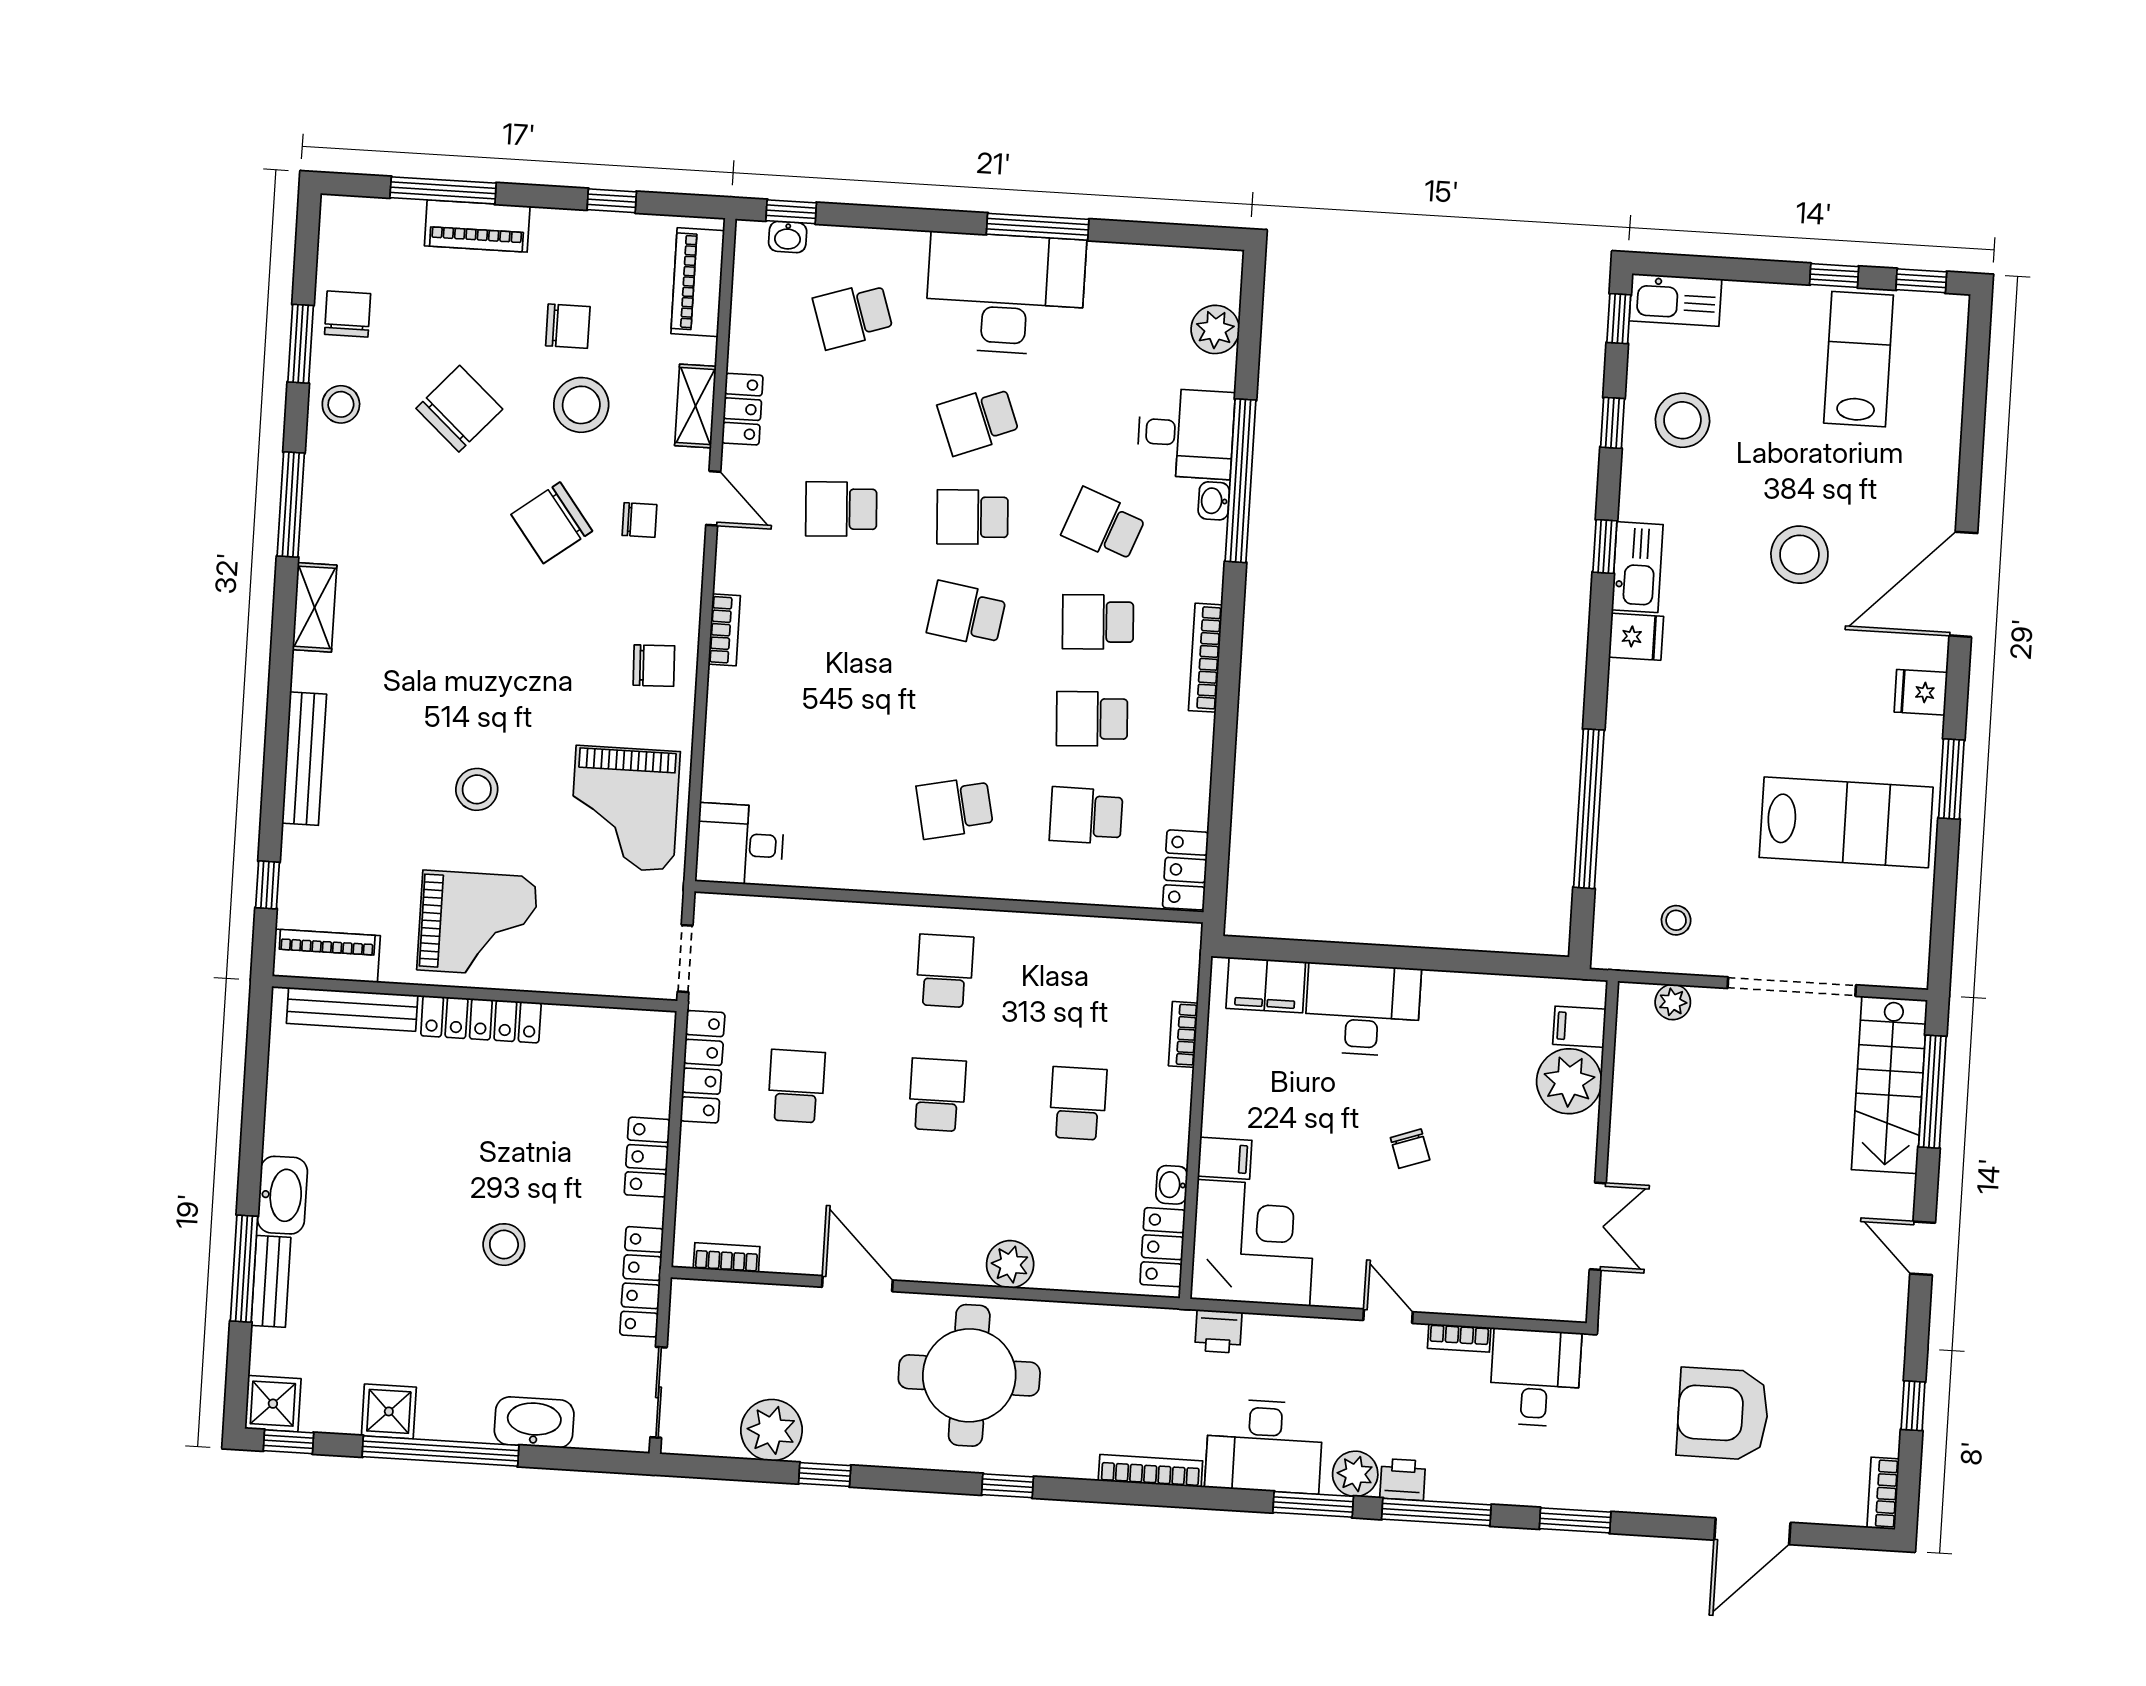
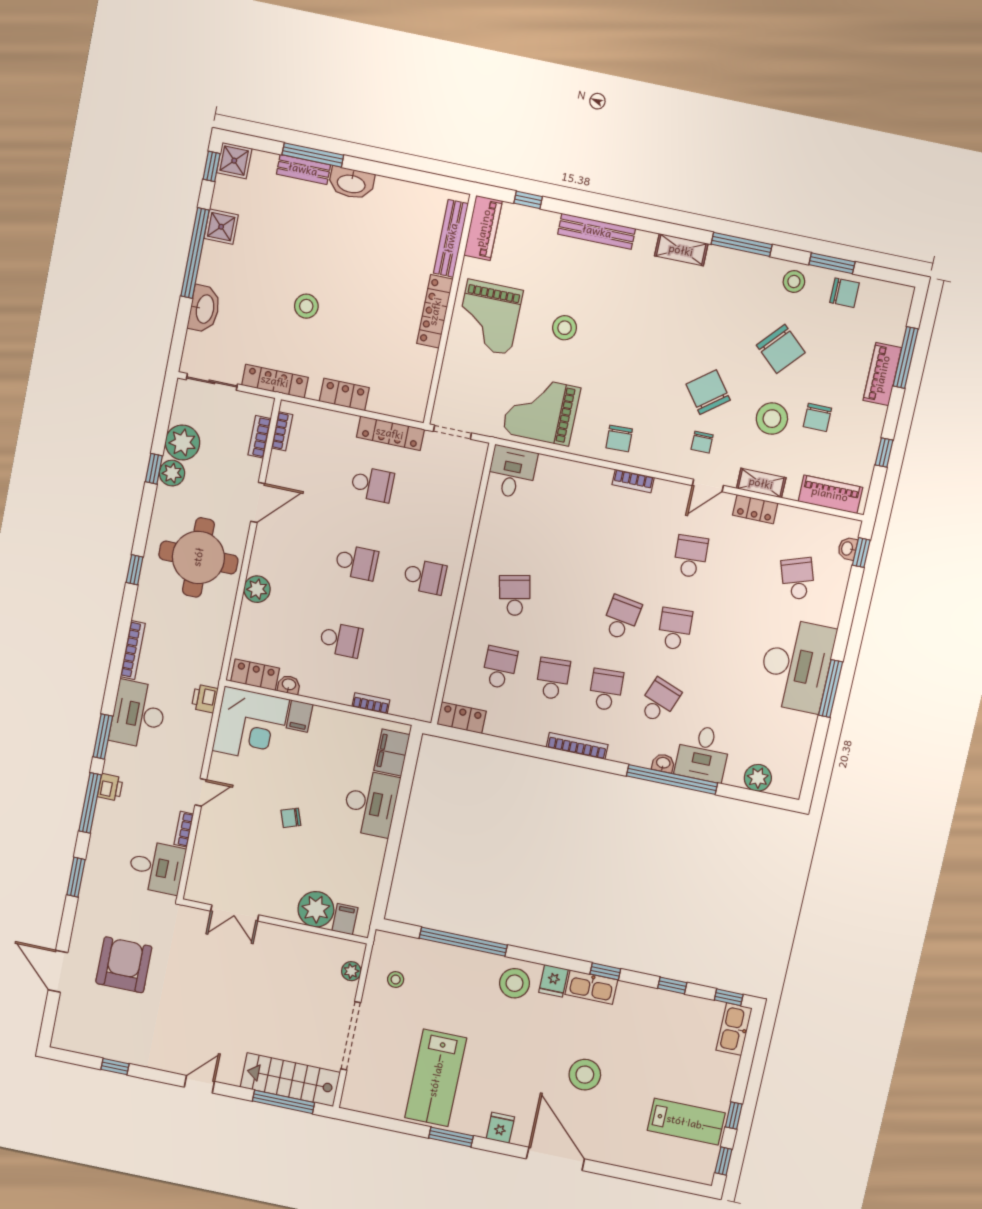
school desk: (978, 420) -> (728, 640), removed
stool: (1682, 420) -> (515, 983), moved
plant: (1355, 1474) -> (172, 473), moved
bookcase: (1883, 1493) -> (260, 437), moved, turned -90

